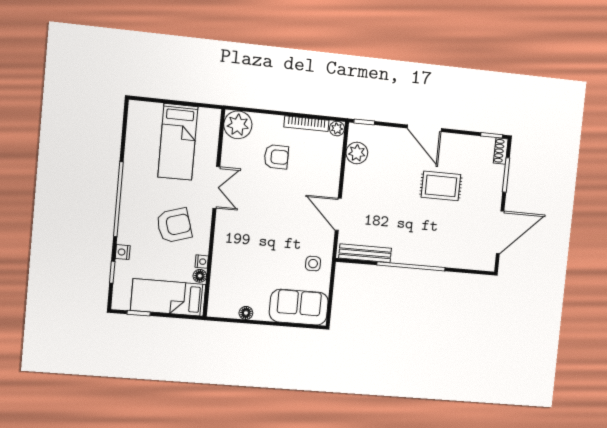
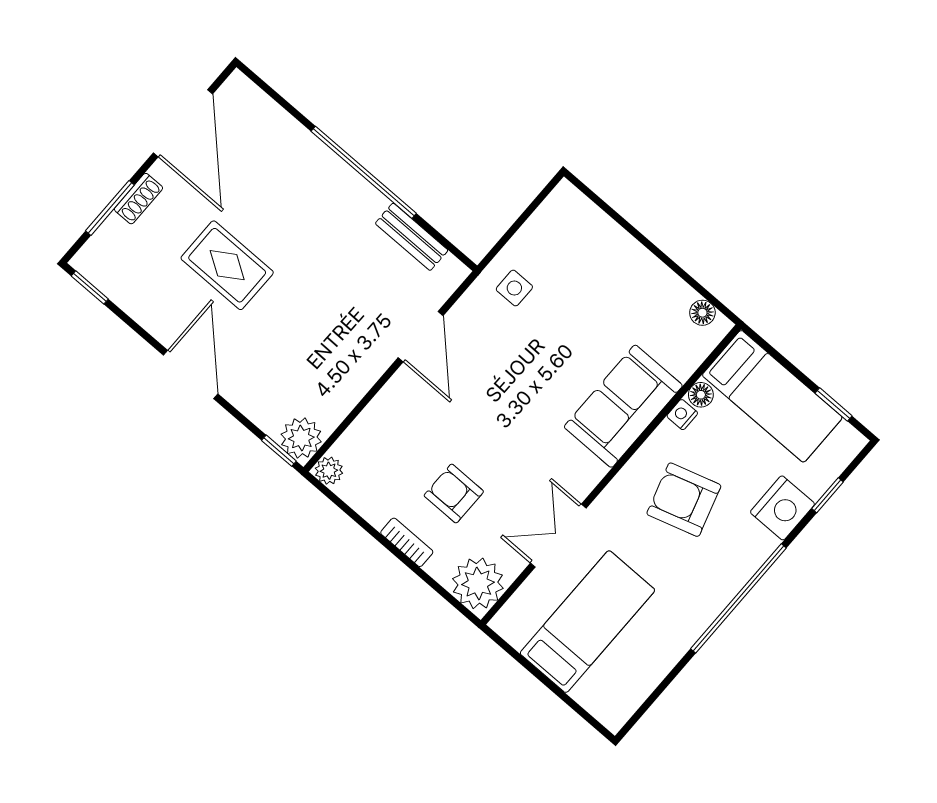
bookcase: (306, 124) -> (407, 542), moved, width x0.64
shoe rack: (501, 151) -> (138, 199), moved
plant: (357, 153) -> (301, 438), moved
double door: (216, 187) -> (558, 536), moved
door: (500, 232) -> (183, 123), swing flipped
nightstand: (123, 252) -> (782, 508), width x1.89, depth x1.79
bench: (365, 253) -> (412, 237), width x0.73
sofa: (299, 307) -> (623, 406), moved, turned 90
floor lamp: (246, 313) -> (702, 313), moved

